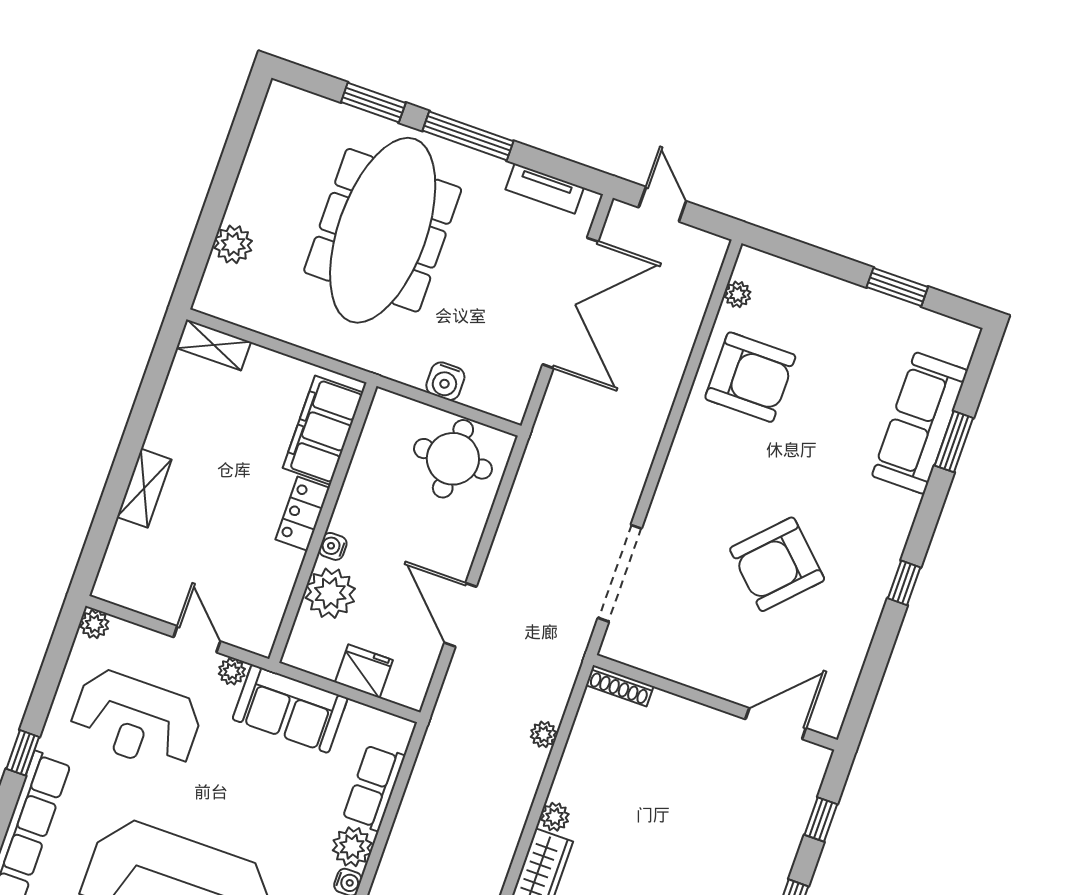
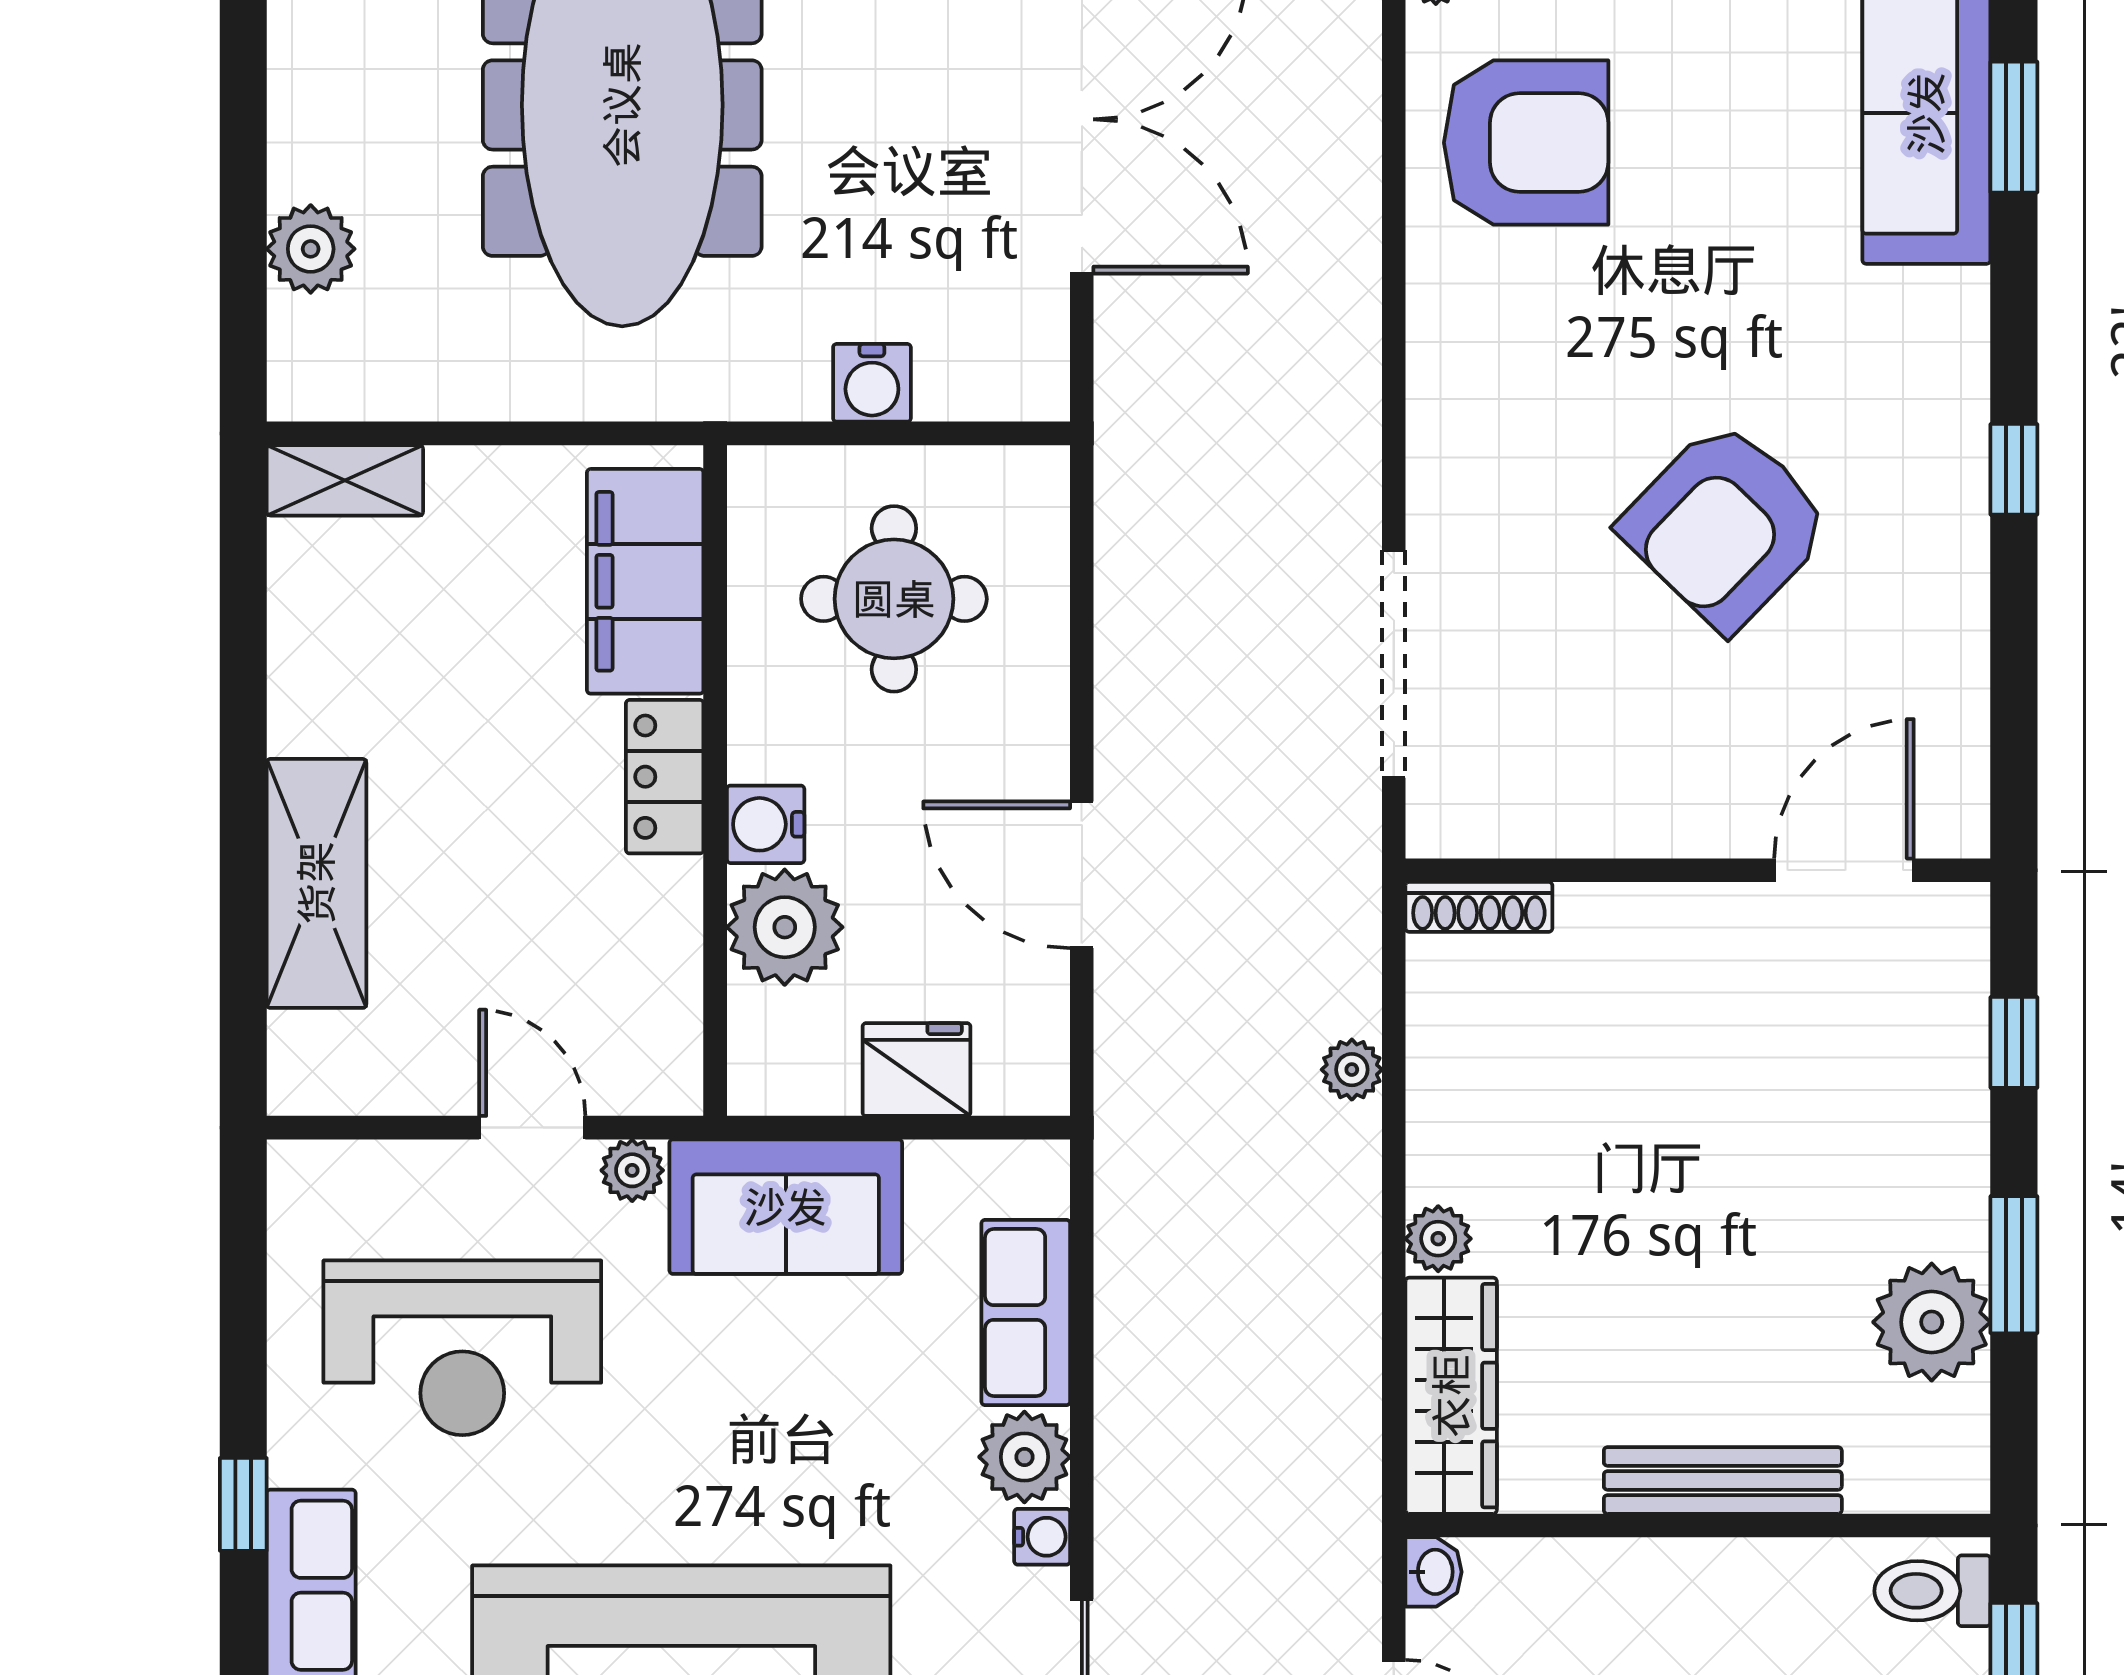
round table: (453, 459) -> (894, 599), moved
shelving: (144, 488) -> (316, 883), width x1.50, depth x1.33
water cooler: (333, 546) -> (766, 824), width x1.38, depth x1.38
plant: (94, 624) -> (300, 1173), removed

